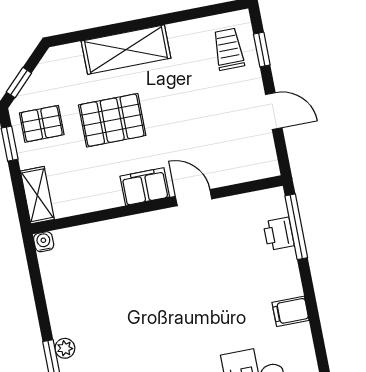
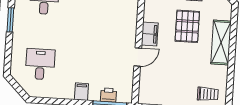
filing cabinet: (290, 311) -> (81, 92), moved

